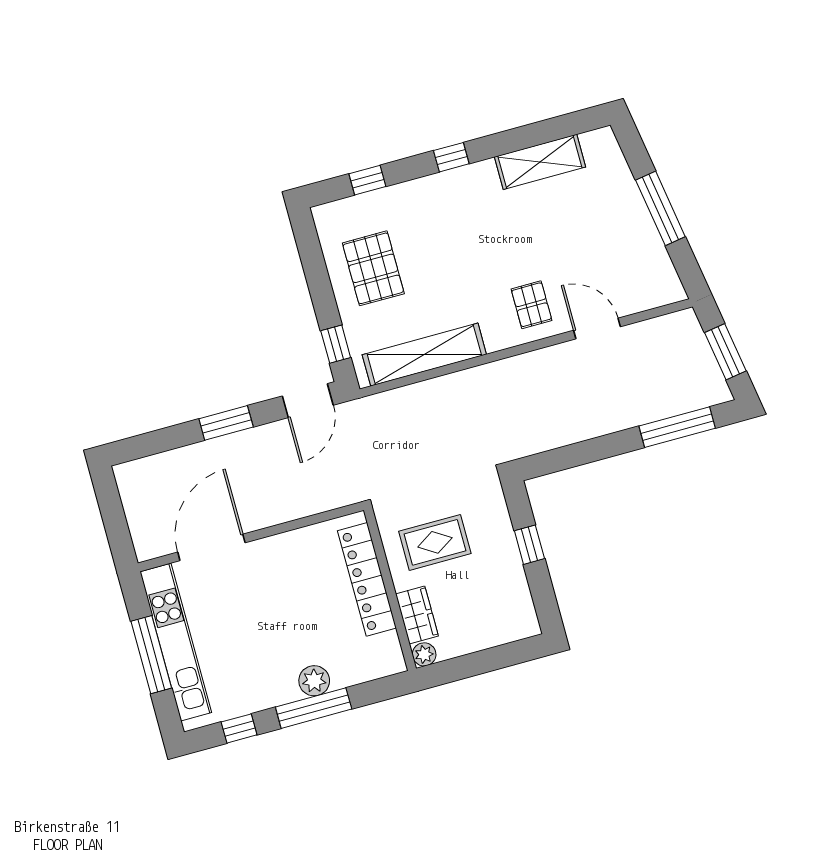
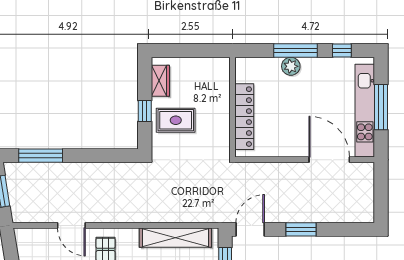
rug: (435, 542) -> (176, 120), moved
door: (211, 547) -> (329, 160), swing flipped
wardrobe: (417, 615) -> (160, 81), moved, turned 180
plant: (424, 654) -> (223, 64), removed

